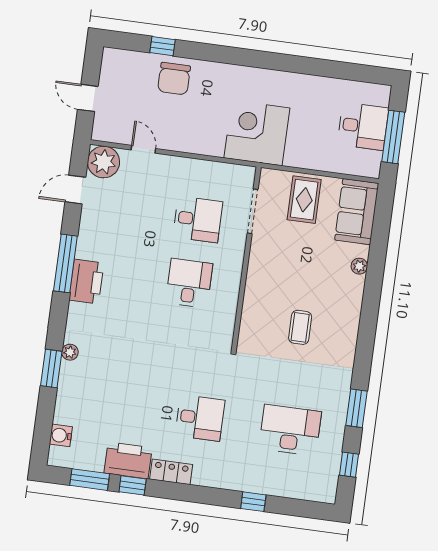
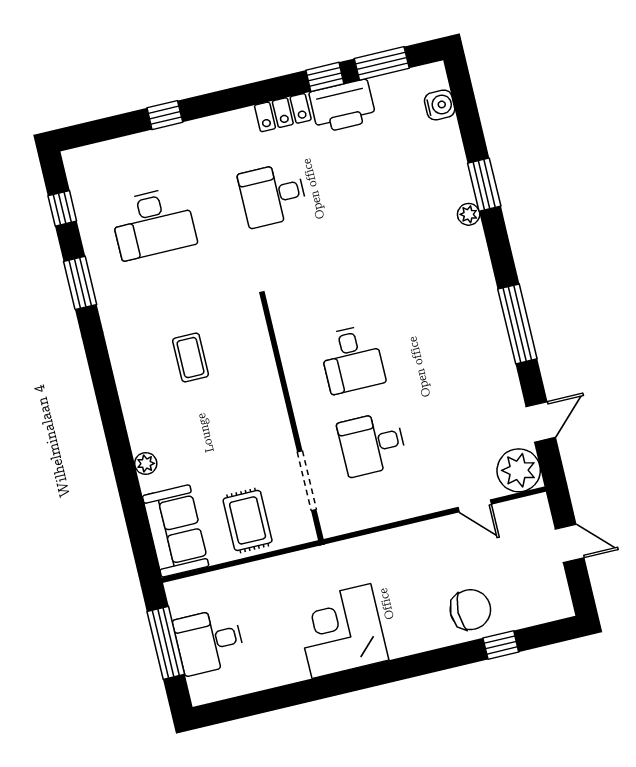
chair: (174, 79) -> (470, 610), turned 90
corner desk: (257, 133) -> (341, 631), moved, turned 180
printer: (86, 282) -> (482, 311), removed

